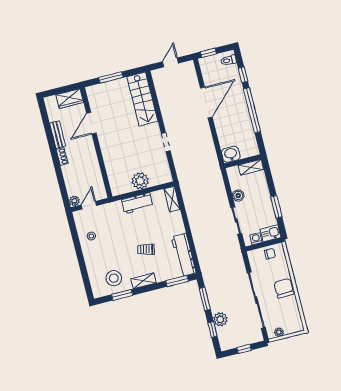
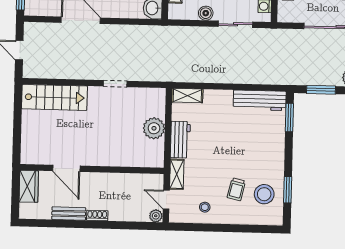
window: (111, 77) -> (17, 129), removed
trolley: (146, 249) -> (236, 189), moved
shelving: (143, 281) -> (177, 174), moved

